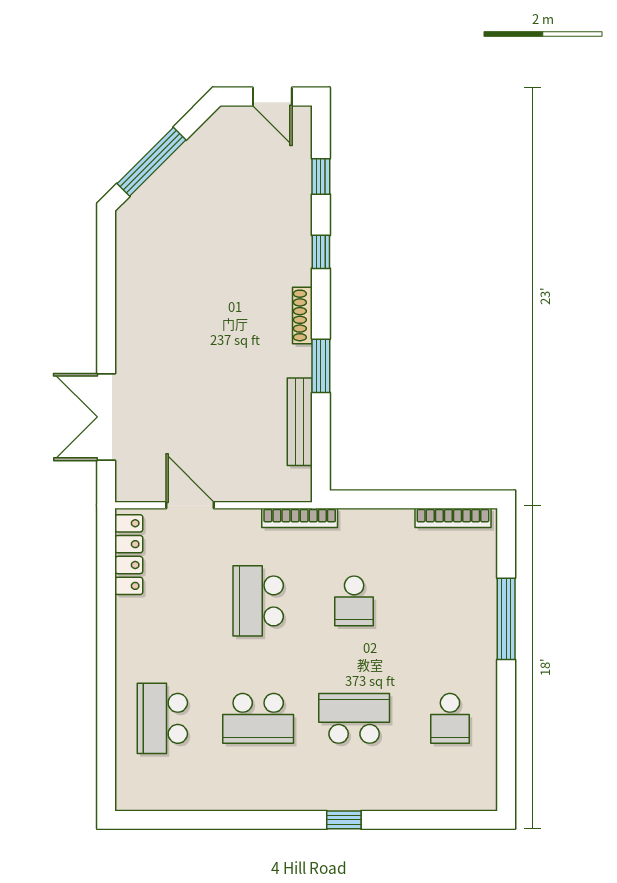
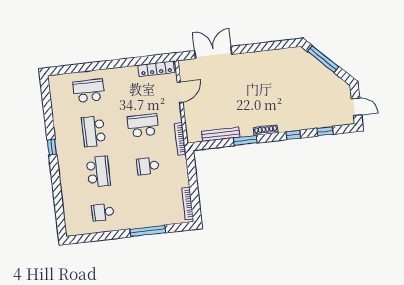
door: (272, 97) -> (357, 107), swing flipped
window: (344, 820) -> (52, 147), moved

